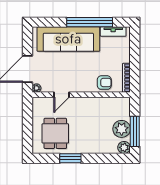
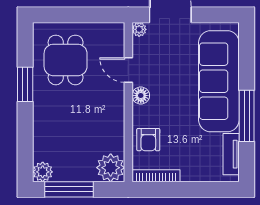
window: (90, 22) -> (247, 116), width x0.68
floor lamp: (77, 87) -> (141, 96), added
plant: (122, 129) -> (111, 168), moved
dining table: (55, 133) -> (66, 60), turned 90

